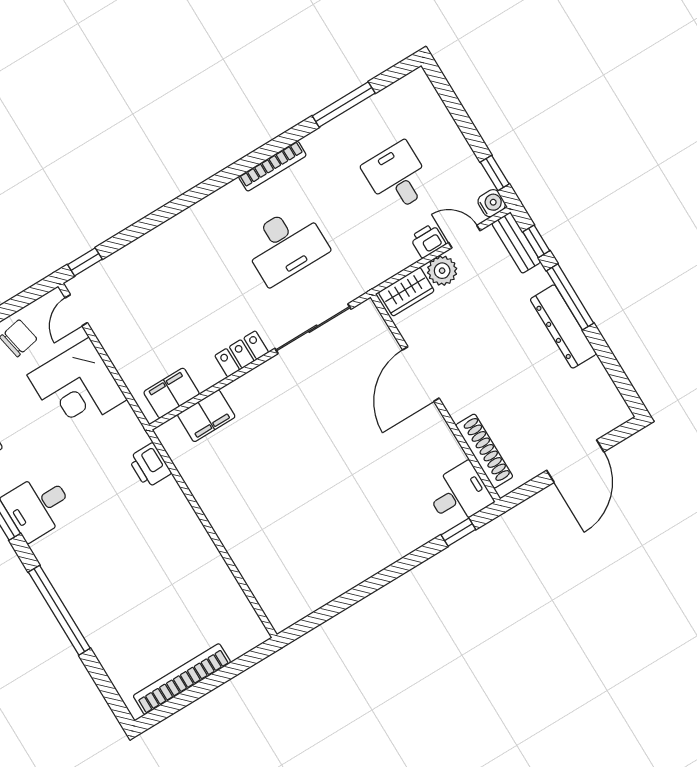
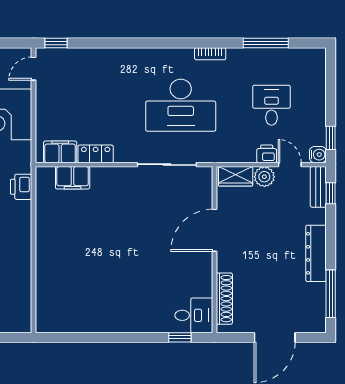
bookcase: (272, 166) -> (210, 54), width x0.64
desk: (285, 245) -> (181, 105), width x1.36, depth x1.30
window: (570, 297) -> (331, 294), moved
locker: (242, 354) -> (96, 154), moved

